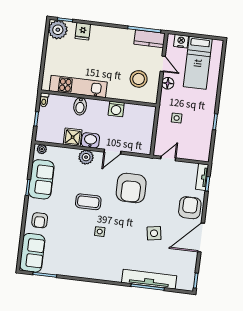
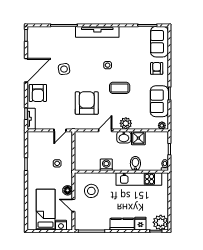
kitchen counter: (150, 39) -> (122, 224), moved
tv unit: (149, 279) -> (97, 32), moved

